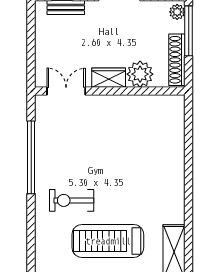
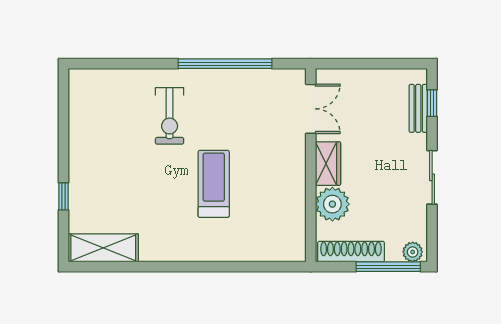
exercise bike: (72, 200) -> (170, 116), turned 180
treadmill: (108, 241) -> (214, 184), moved, width x0.73, depth x0.73

